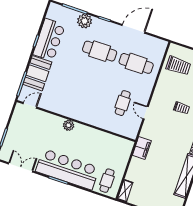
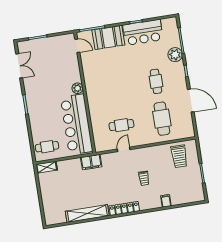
cafe table: (100, 51) -> (156, 81), width x0.73, depth x0.74
bar counter: (67, 169) -> (77, 124), moved, turned 180

